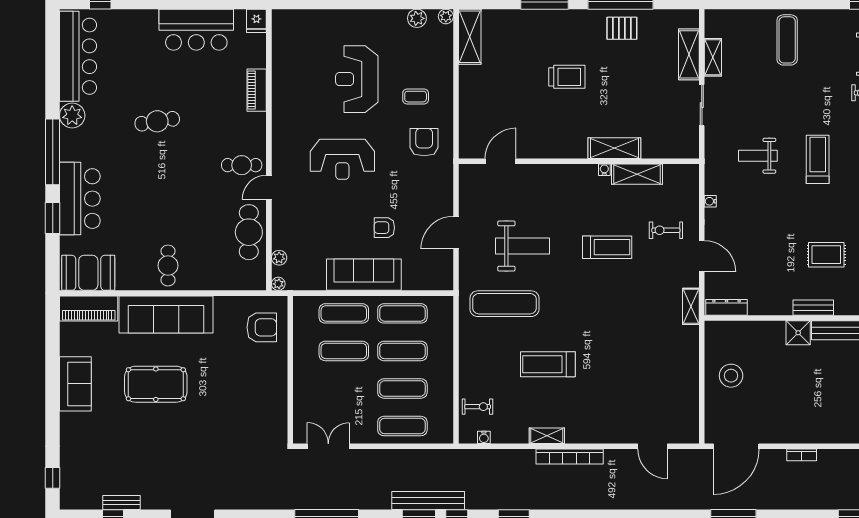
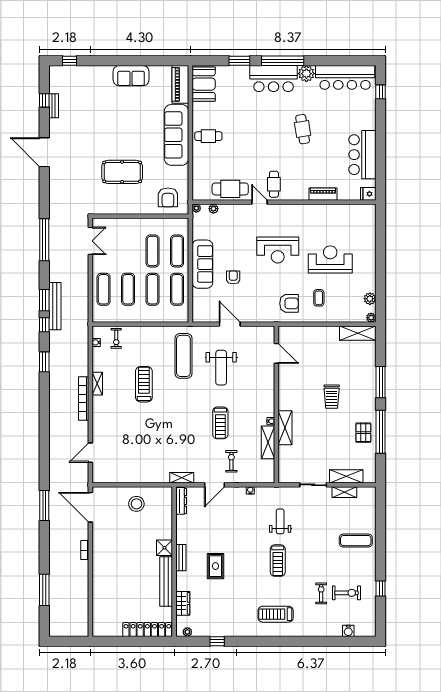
reception desk: (342, 159) -> (278, 250), turned -90
treadmill: (818, 159) -> (278, 561), turned 90
bar counter: (80, 199) -> (274, 79), moved
pool table: (156, 384) -> (122, 172), moved, turned 90

